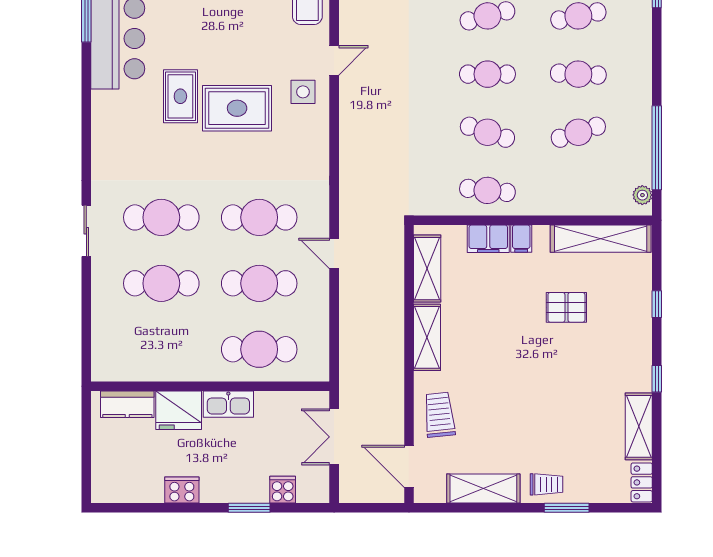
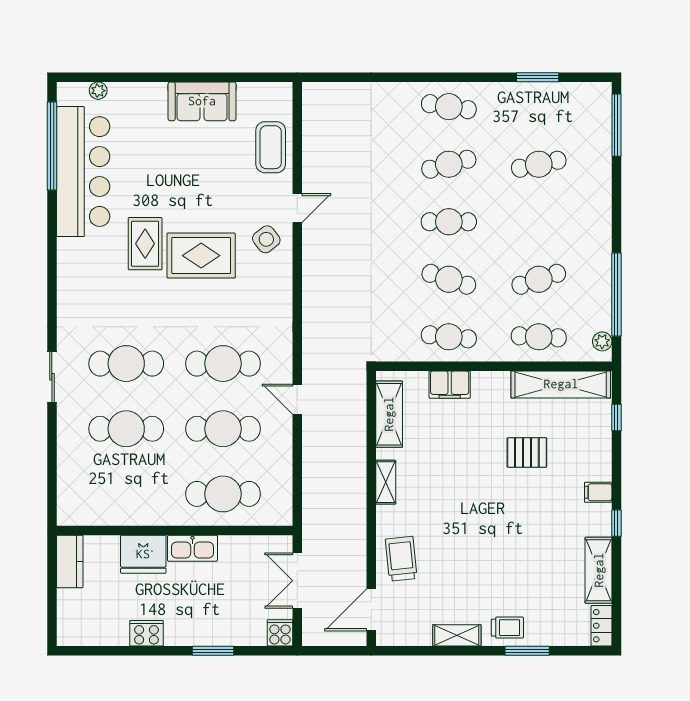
cafe table: (578, 74) -> (539, 337), moved
side table: (303, 92) -> (266, 239), turned -38
filing cabinet: (521, 239) -> (598, 492), moved, turned 90
window: (657, 304) -> (616, 417), moved
shelving: (427, 337) -> (386, 482), width x0.67, depth x0.75
kitchen counter: (127, 404) -> (70, 561), moved, turned -90
door: (409, 466) -> (371, 610), hinge flipped
shelving: (483, 489) -> (457, 635), width x0.67, depth x0.75
cooker: (283, 490) -> (280, 633), moved

